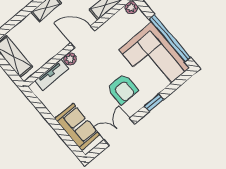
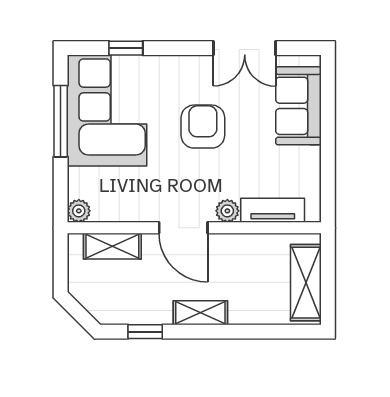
window: (170, 38) -> (61, 121), width x0.68
armchair: (122, 89) -> (203, 127), moved
window: (154, 103) -> (126, 48), moved

